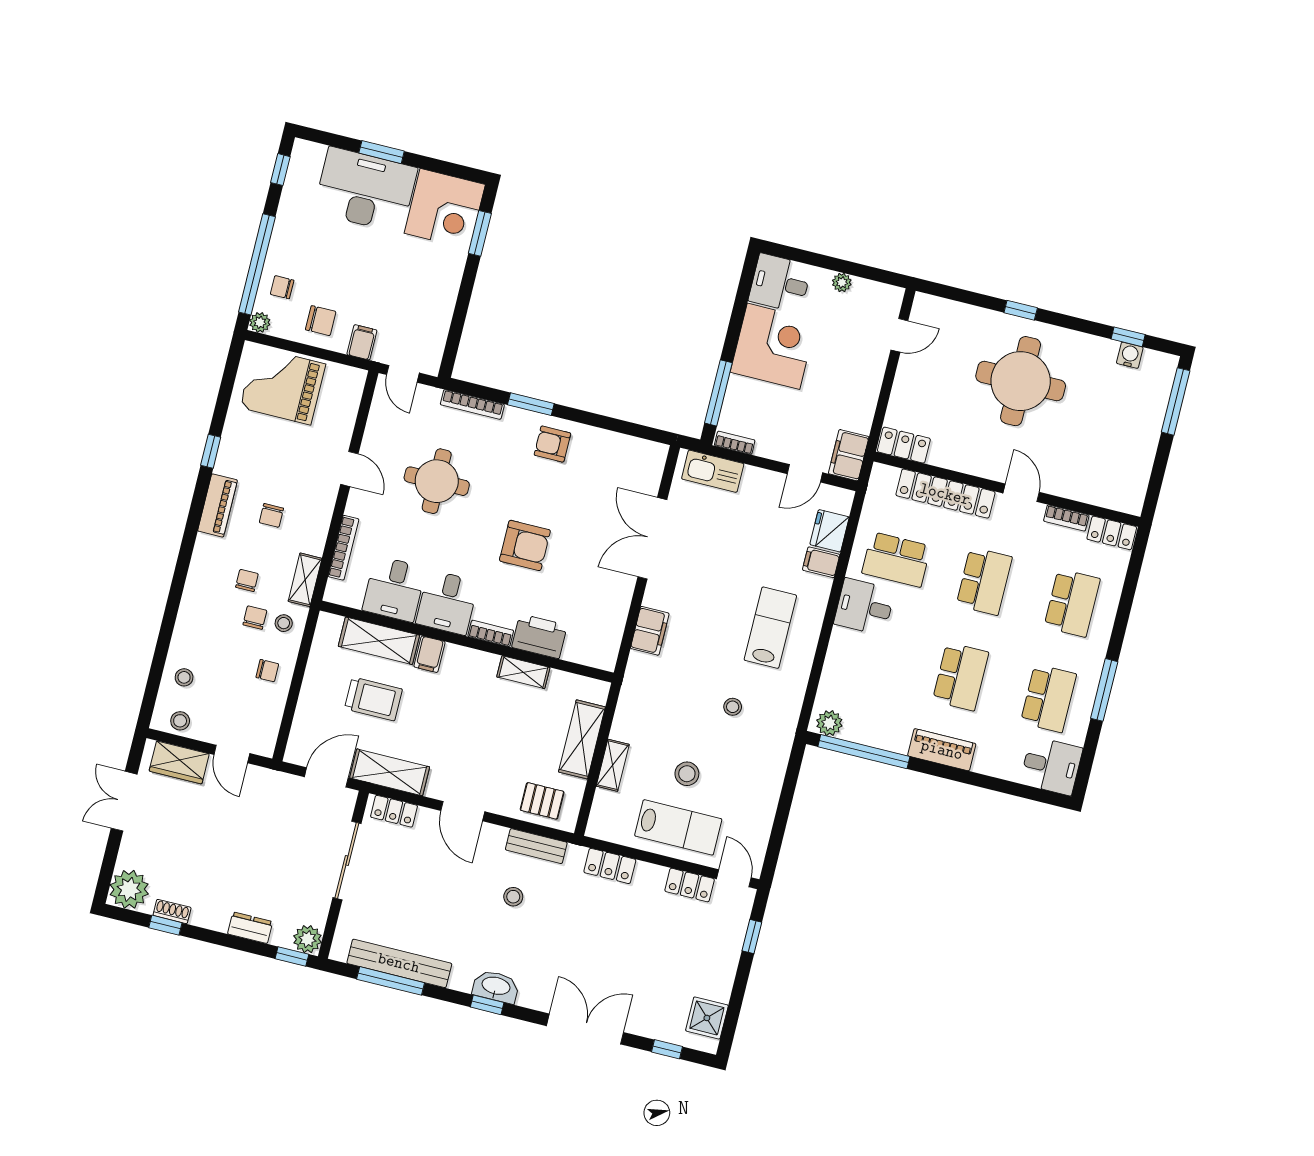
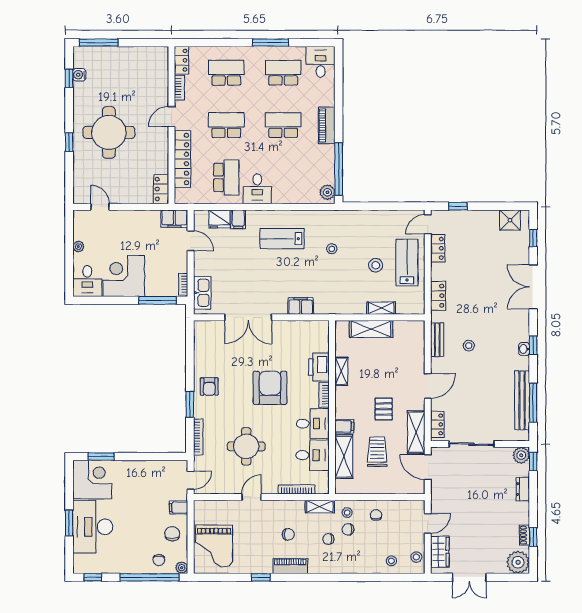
armchair: (525, 545) -> (270, 388), width x1.36, depth x1.36
pallet: (542, 801) -> (384, 409), moved
washbasin: (496, 987) -> (524, 349), width x0.52, depth x0.69

